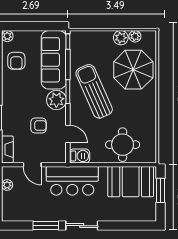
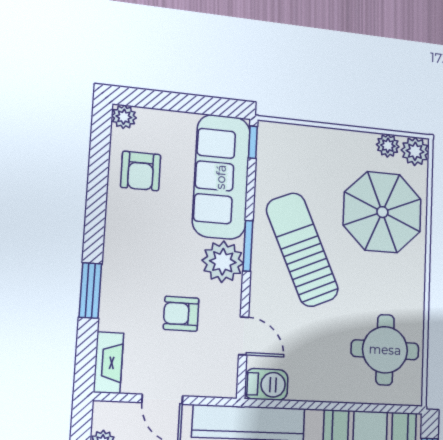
plant: (121, 38) -> (415, 151), moved
armchair: (38, 125) -> (181, 314), turned 180
round table: (123, 145) -> (385, 350), moved

